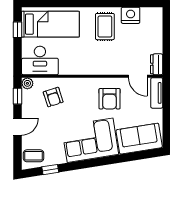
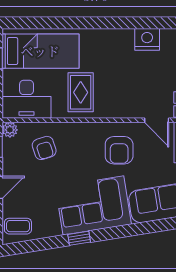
rug: (105, 27) -> (81, 92), moved
window: (50, 170) -> (79, 238), moved

